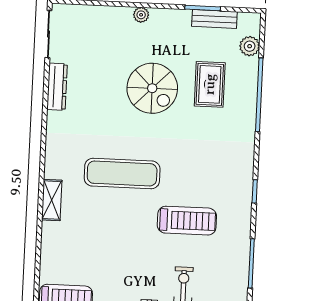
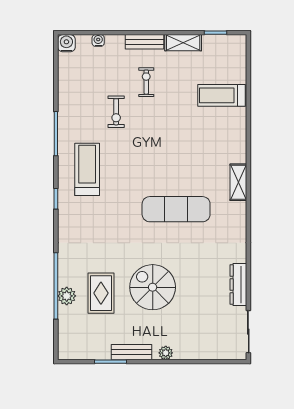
bench: (214, 19) -> (131, 352), moved
plant: (250, 46) -> (67, 296), moved
treadmill: (187, 221) -> (87, 169), moved, turned 90

